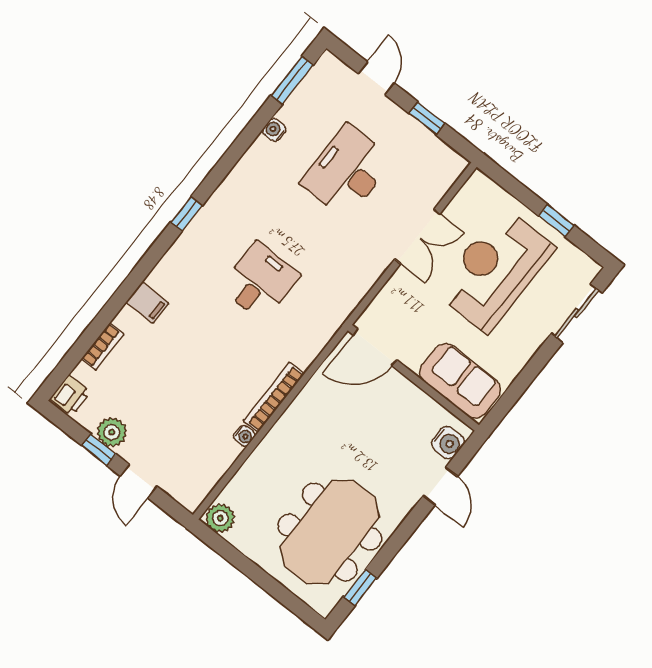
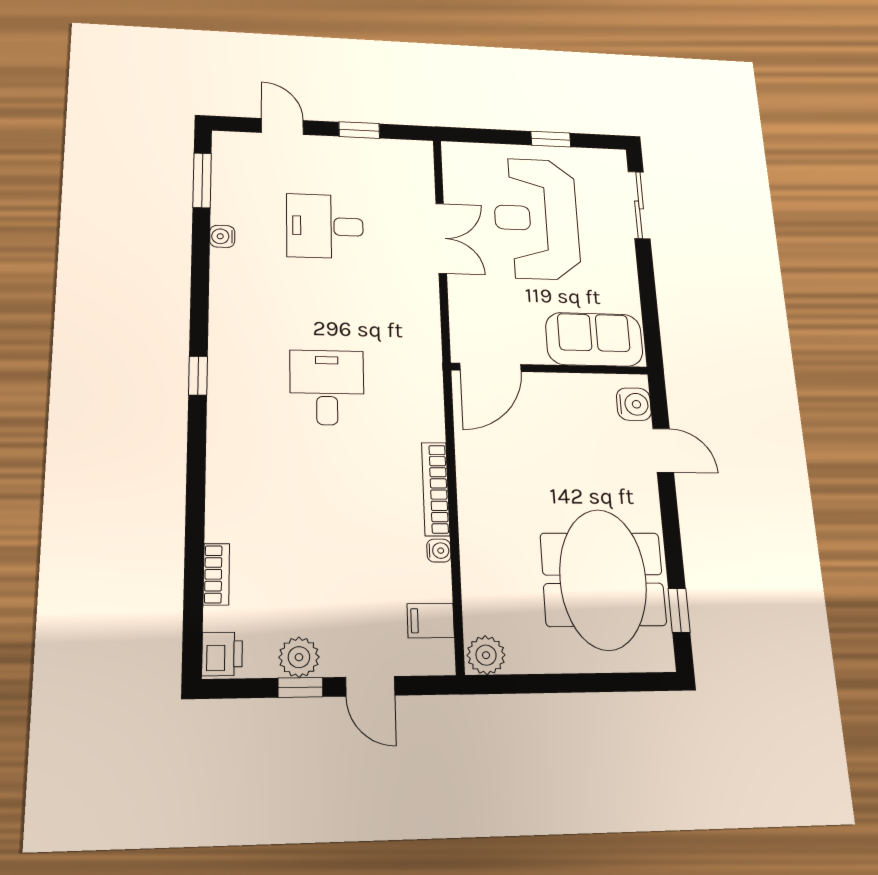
desk: (347, 171) -> (325, 226), width x0.73
filing cabinet: (147, 303) -> (431, 621), moved, turned 180

